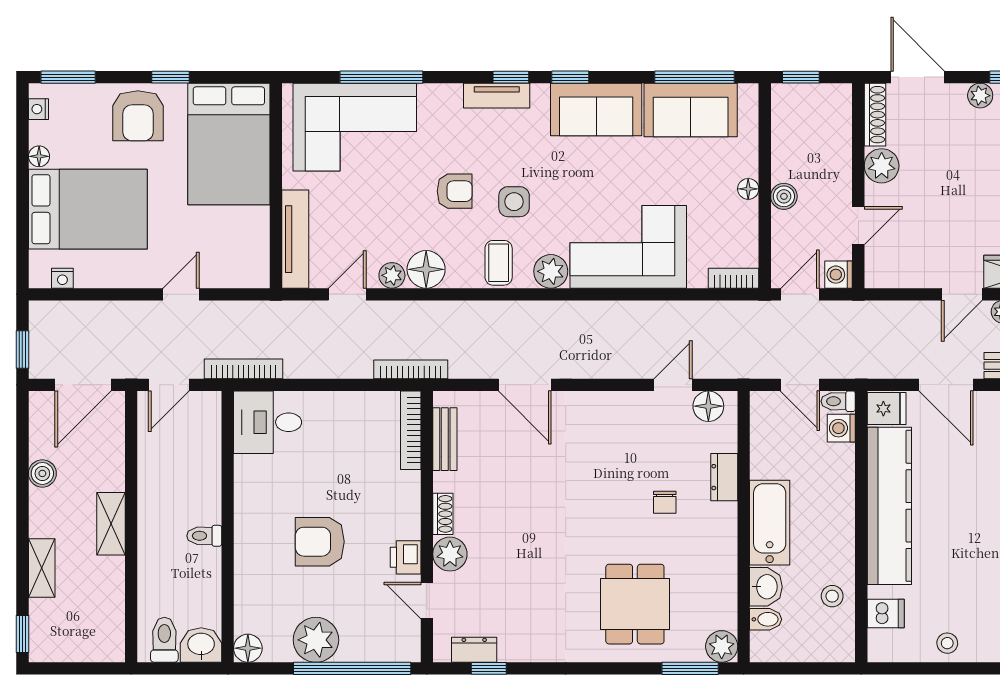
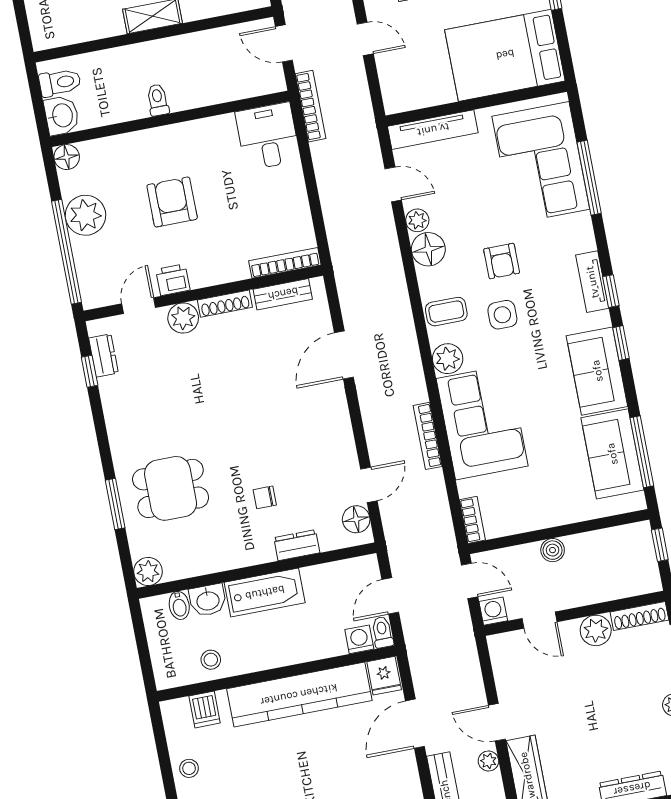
floor lamp: (748, 189) -> (553, 518), removed
bookcase: (411, 369) -> (428, 436), moved, turned 180
door: (673, 385) -> (369, 485), hinge flipped
shoe rack: (443, 514) -> (225, 304), width x1.43
window: (690, 668) -> (115, 504), moved

